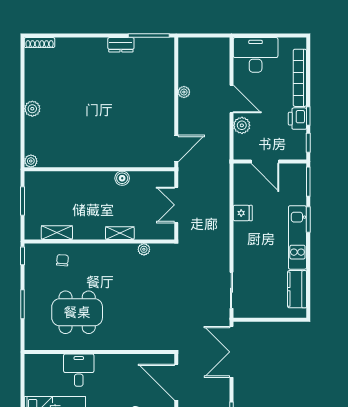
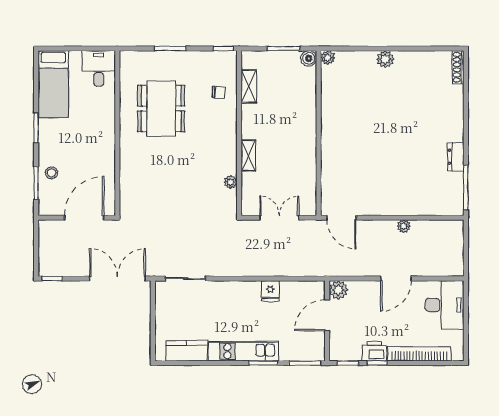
plant: (242, 125) -> (338, 290), moved
boiler: (122, 178) -> (309, 58), moved
desk: (79, 370) -> (99, 68), moved, turned -90

